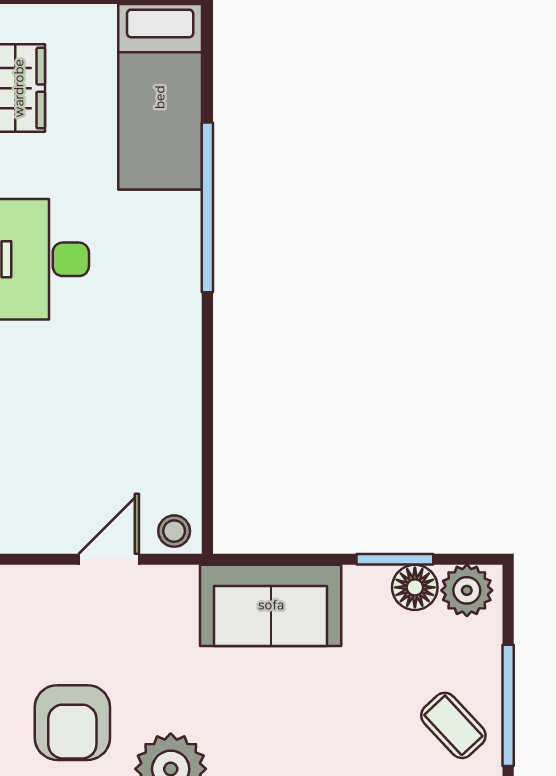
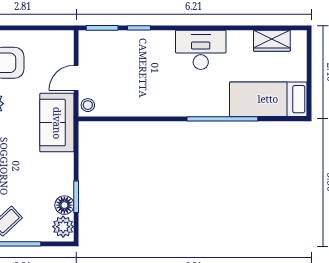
door: (109, 559) -> (76, 78), swing flipped
sofa: (271, 605) -> (57, 123), moved

